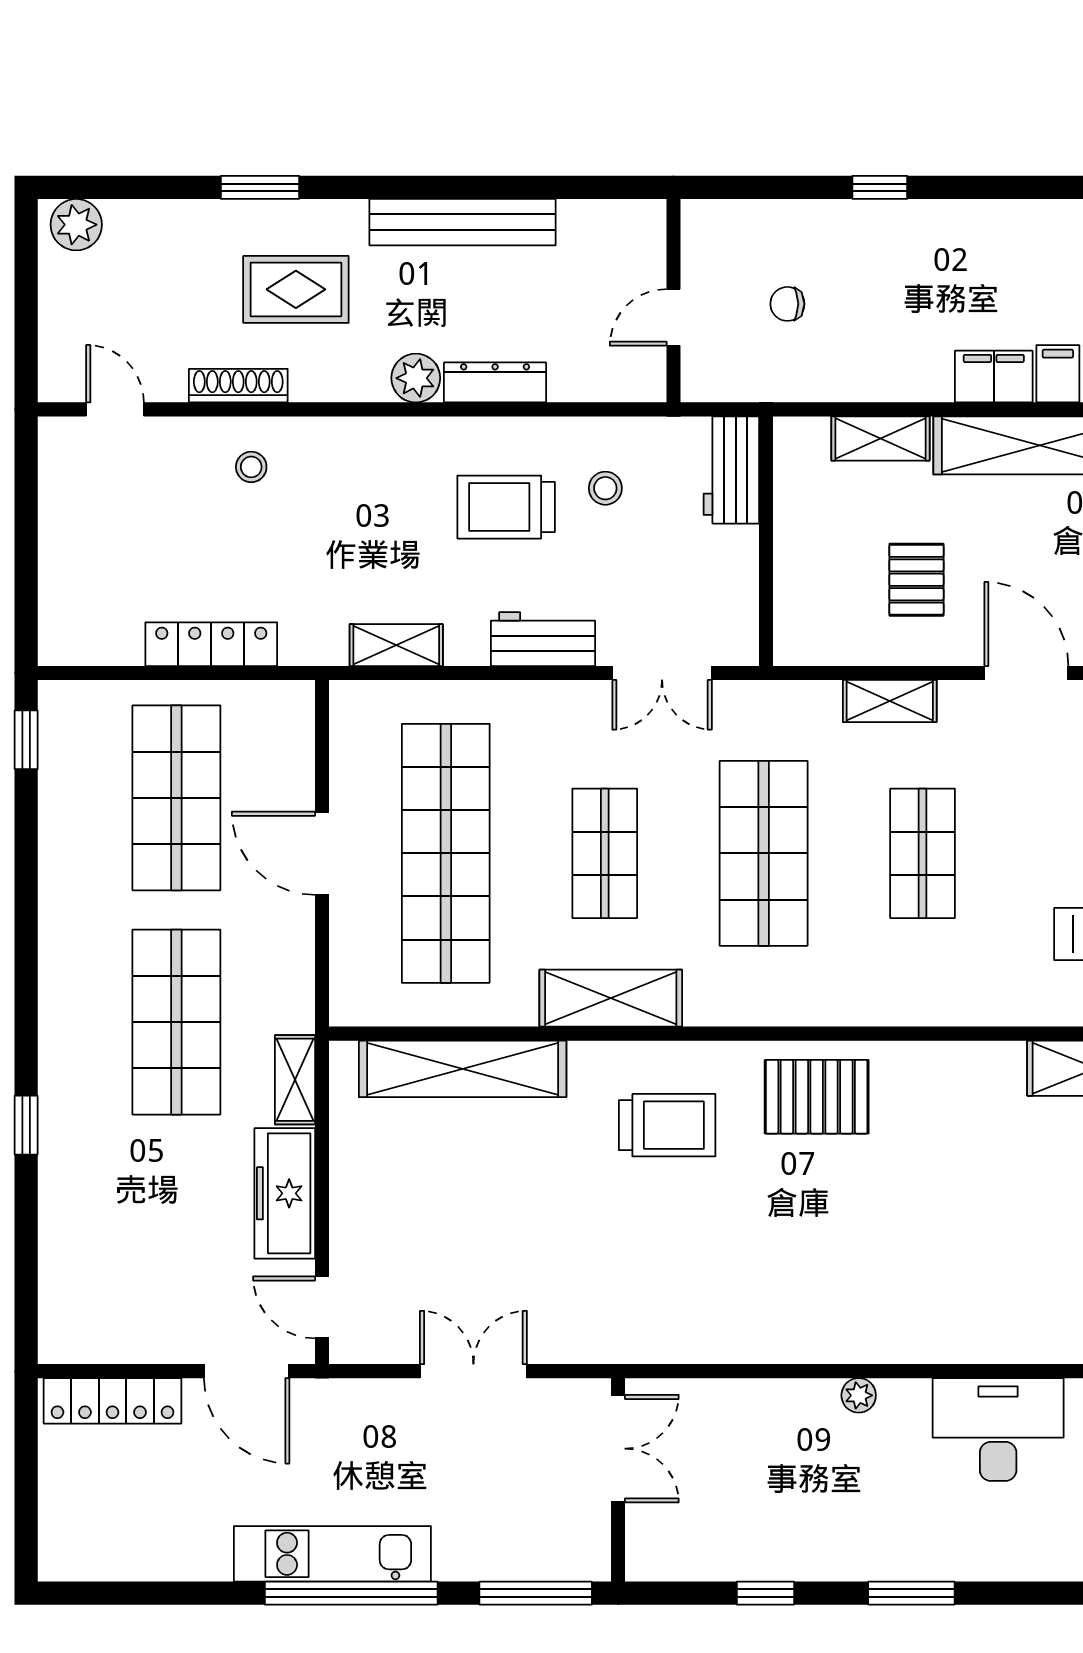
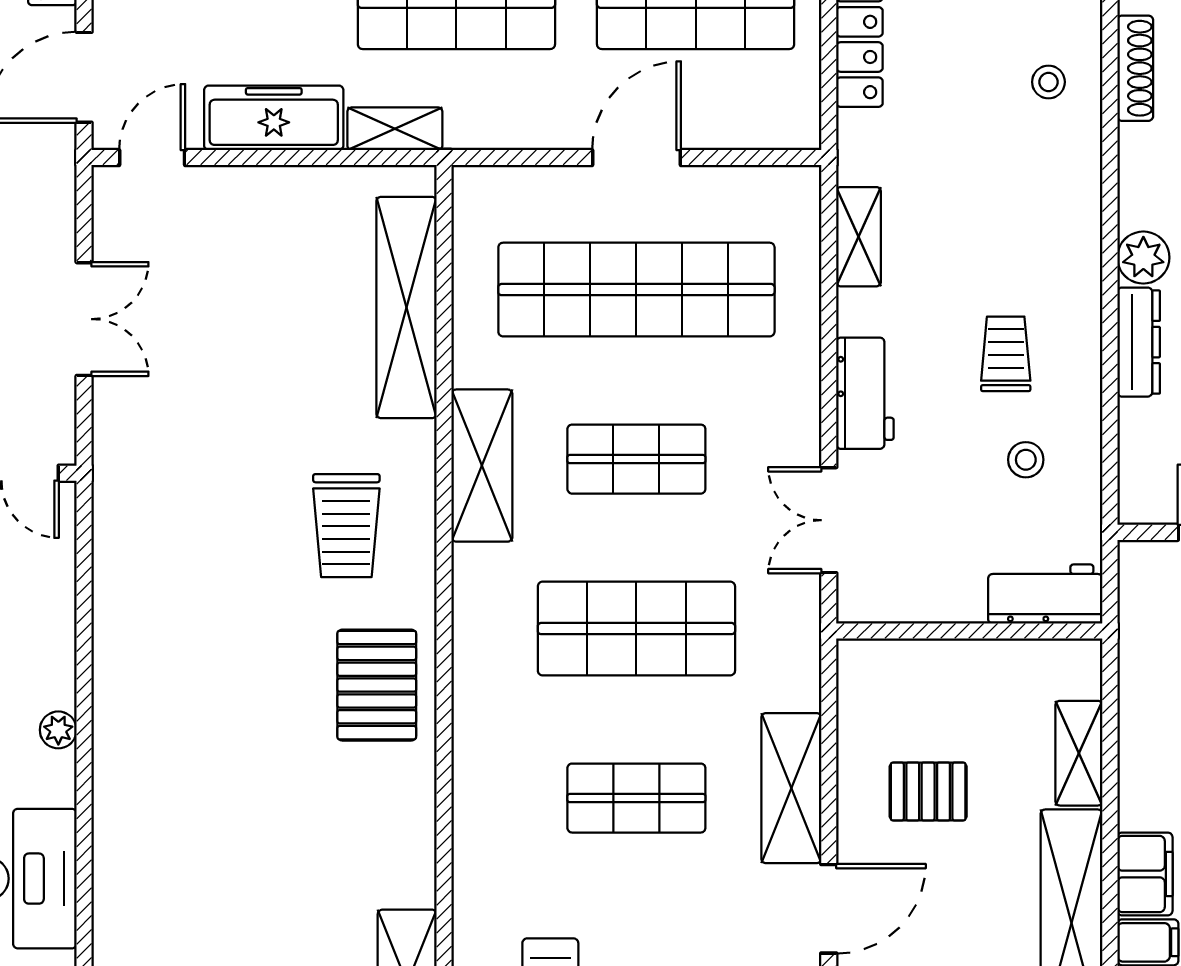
trolley: (506, 507) -> (1006, 354), width x0.73, depth x0.72
shelving: (890, 701) -> (791, 788), width x1.50, depth x1.33

